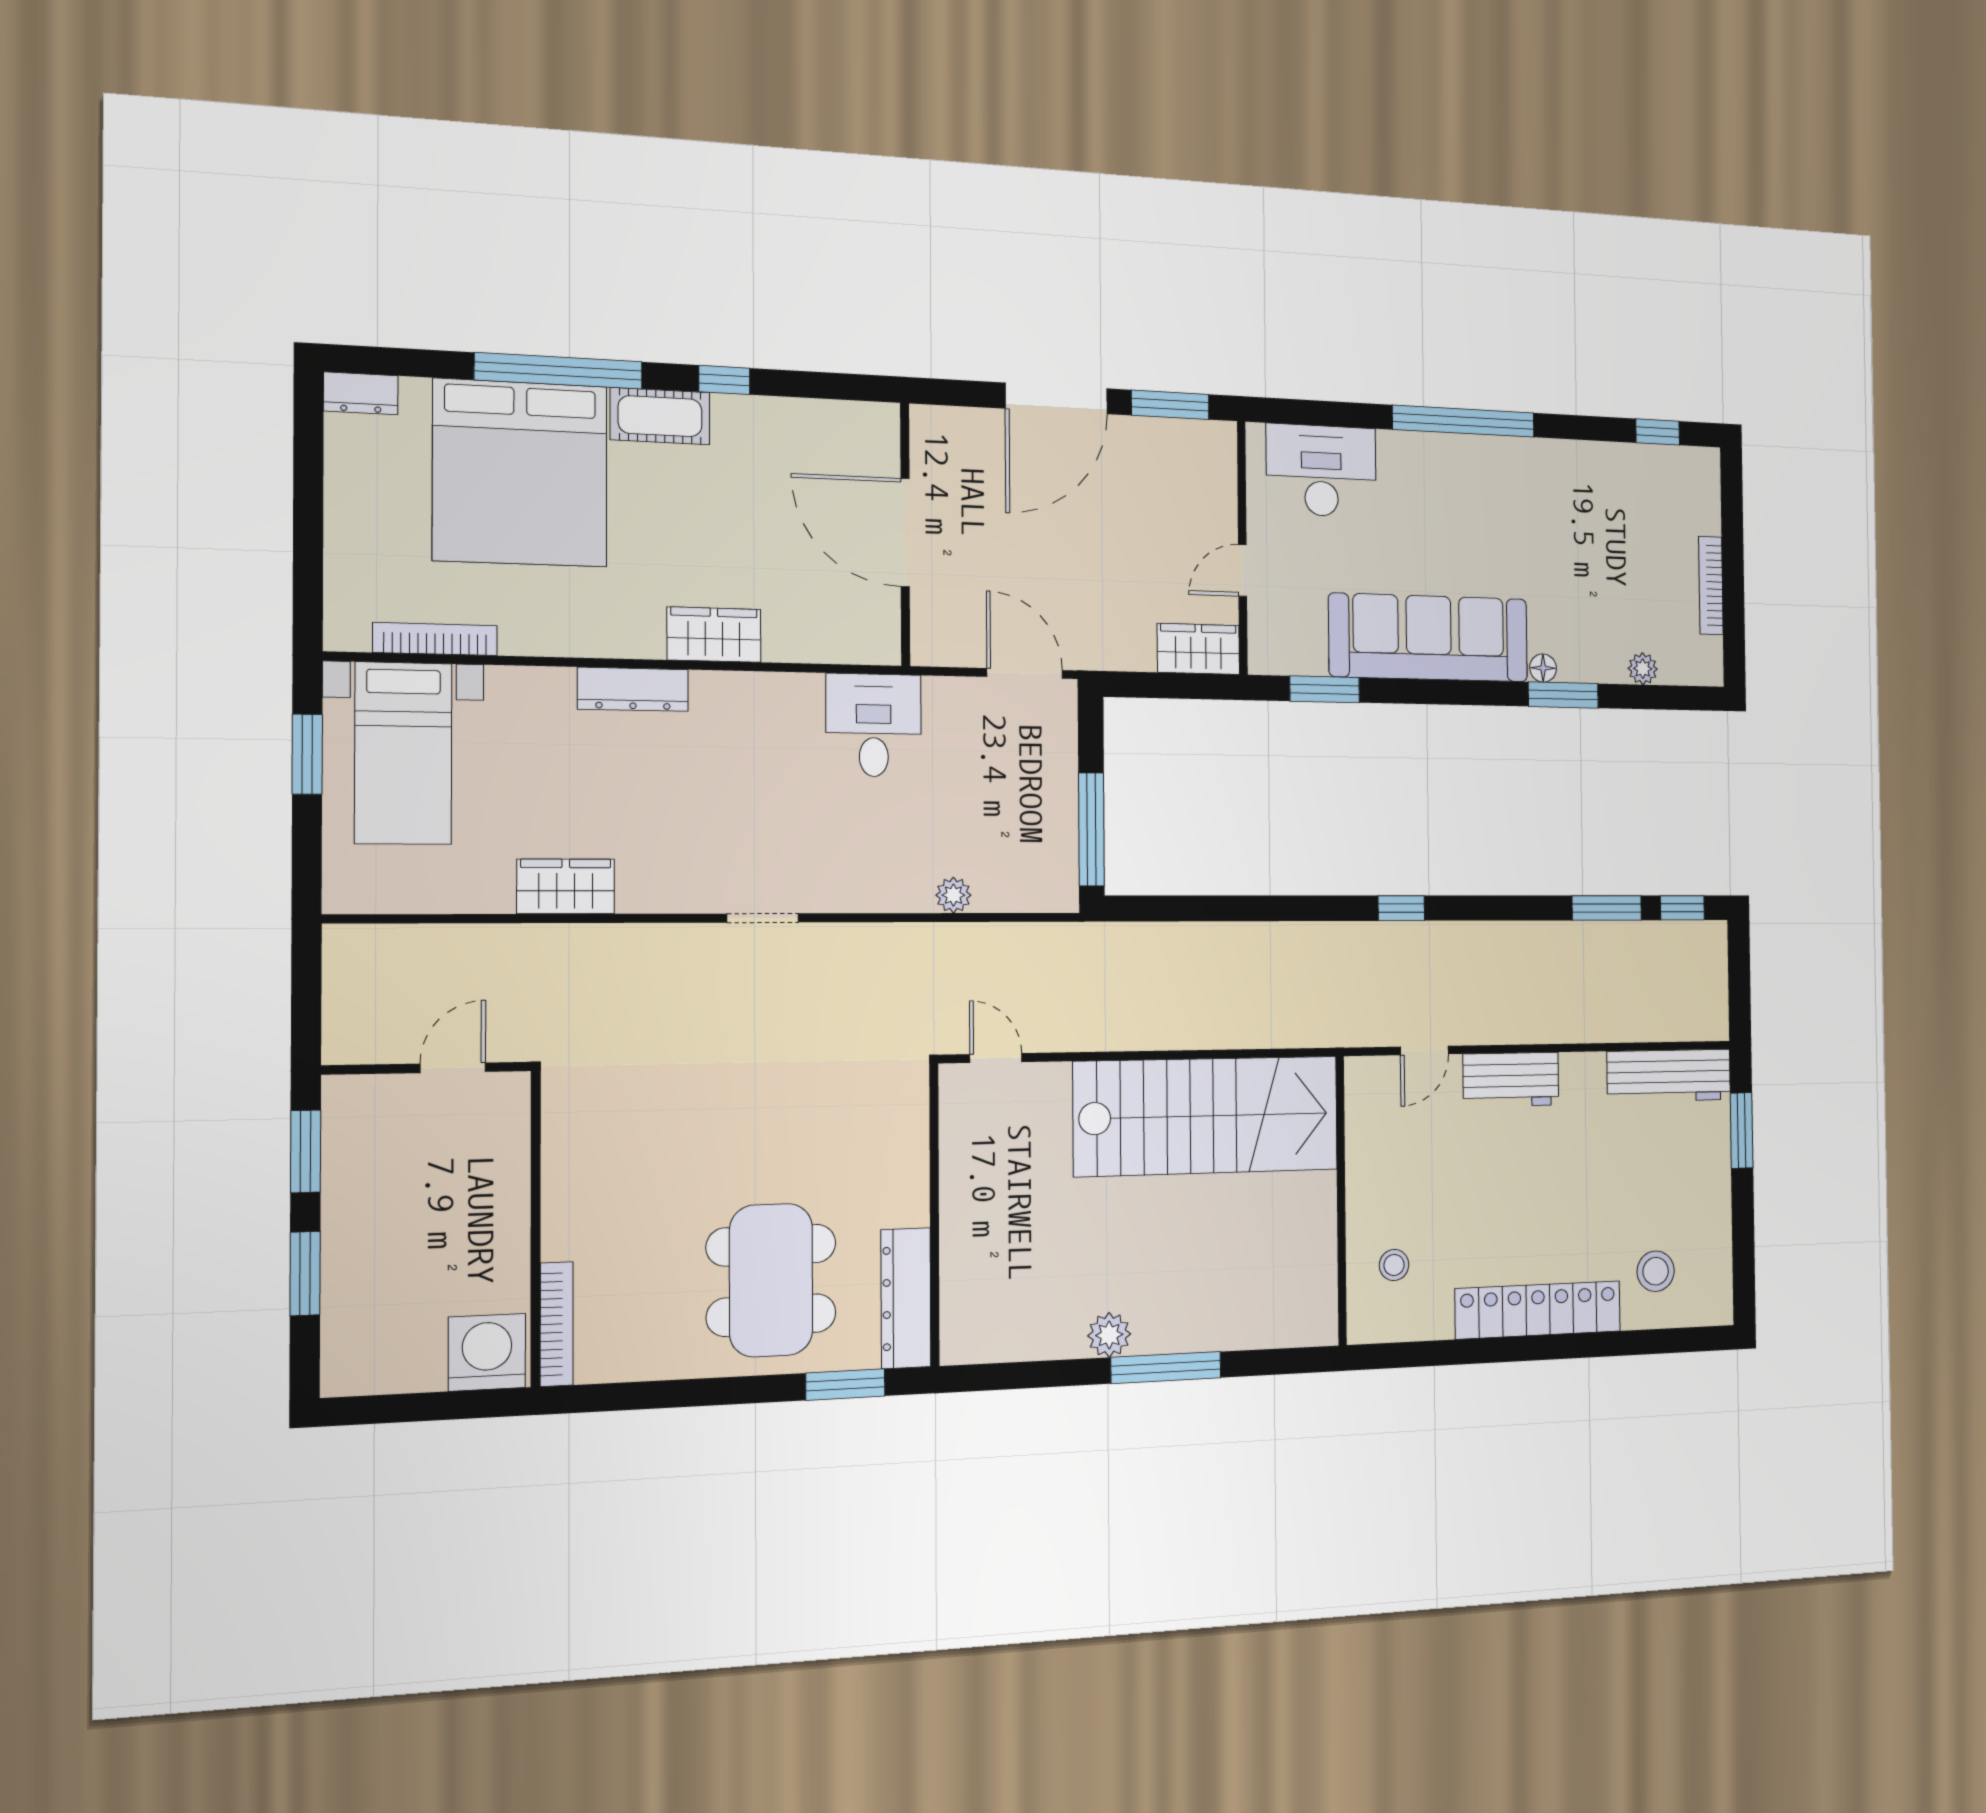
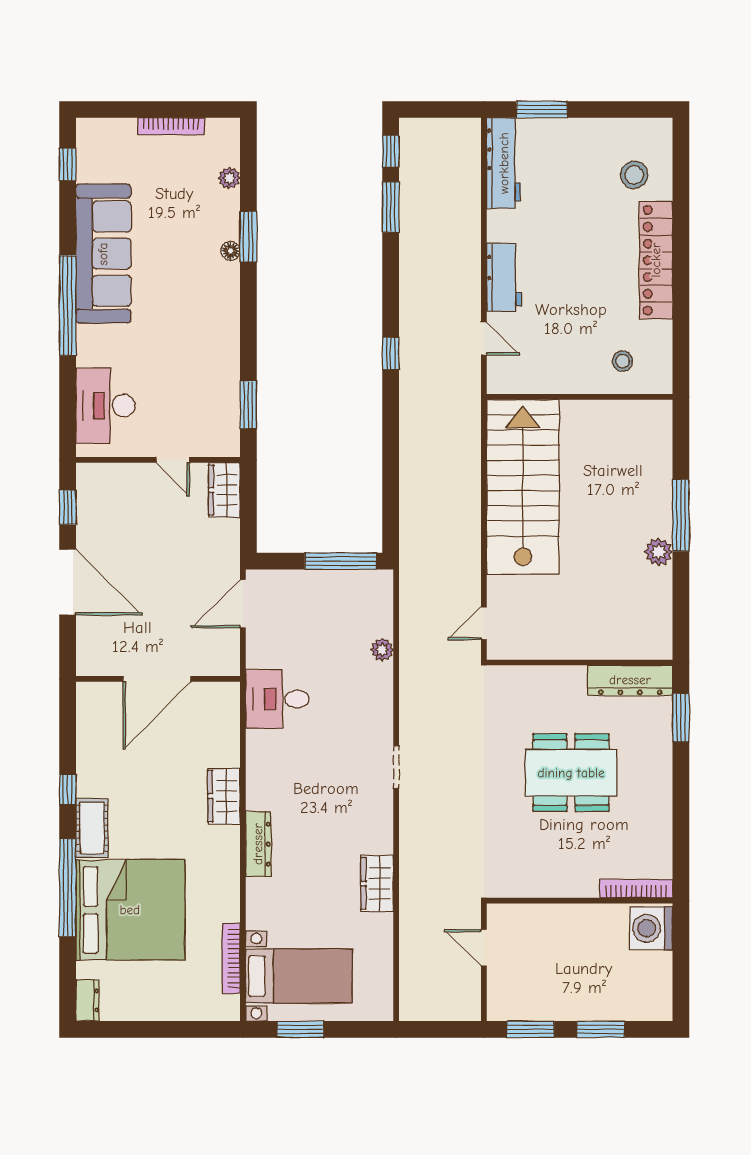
window: (1170, 405) -> (68, 507), width x0.67
sofa: (1429, 638) -> (103, 254), moved, turned 180
dining table: (771, 1280) -> (571, 773), moved

